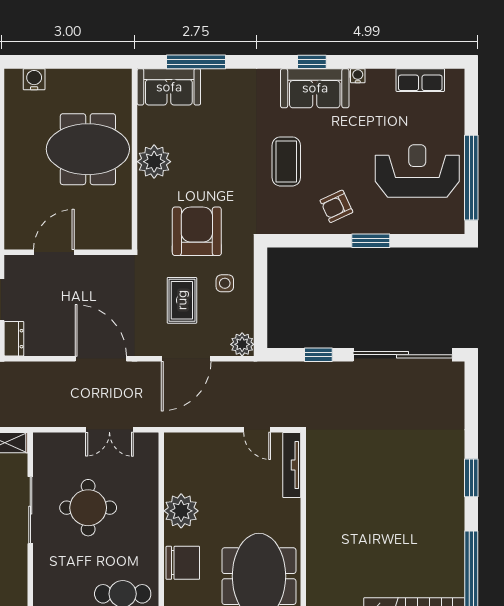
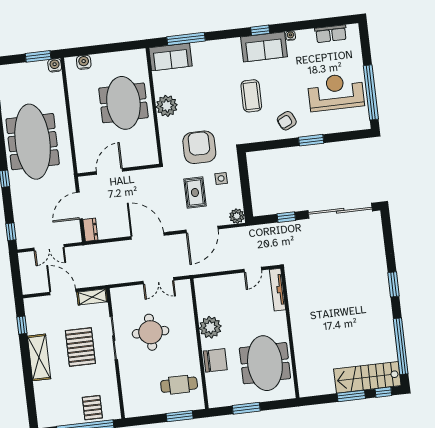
meeting table: (88, 149) -> (123, 103), turned 90
door: (257, 430) -> (253, 270), hinge flipped

